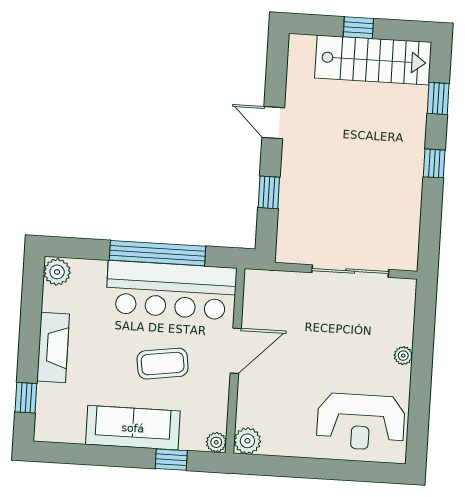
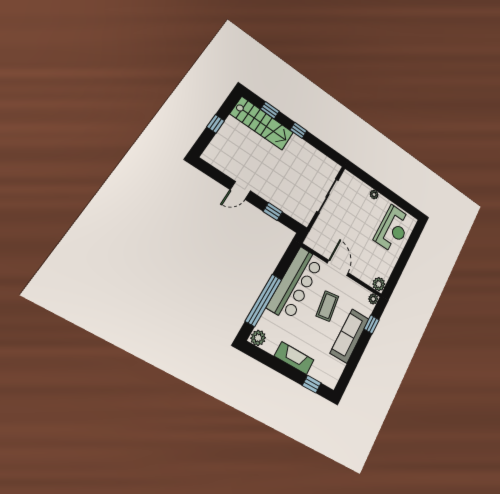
stairs: (373, 60) -> (262, 123), moved, turned 90
window: (158, 253) -> (264, 300), moved

